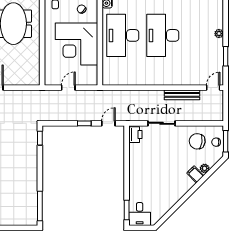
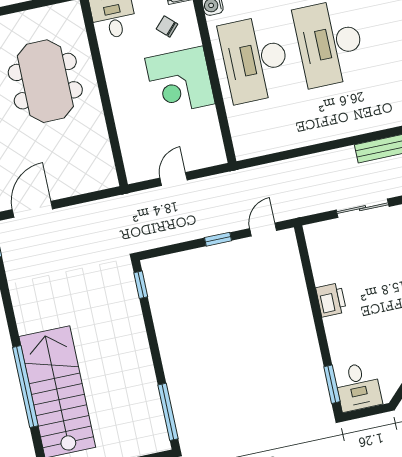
corner desk: (77, 44) -> (180, 81), width x0.74, depth x0.74
printer: (135, 135) -> (331, 300), moved

